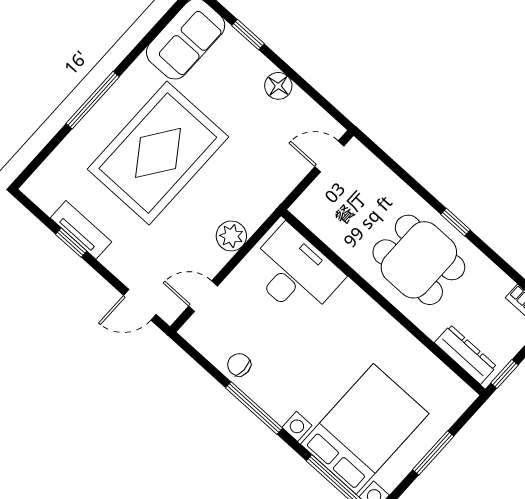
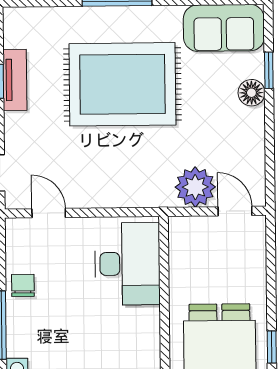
floor lamp: (278, 86) -> (251, 93), moved
plant: (231, 236) -> (195, 187), moved, width x1.36, depth x1.36

